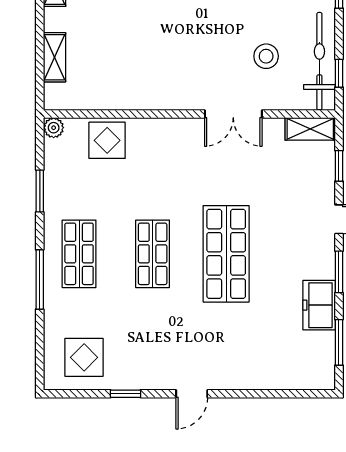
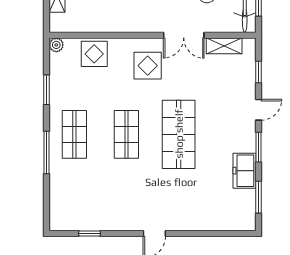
shelving: (310, 129) -> (224, 46), moved
display table: (84, 357) -> (148, 66), moved
window: (125, 394) -> (90, 233), moved

